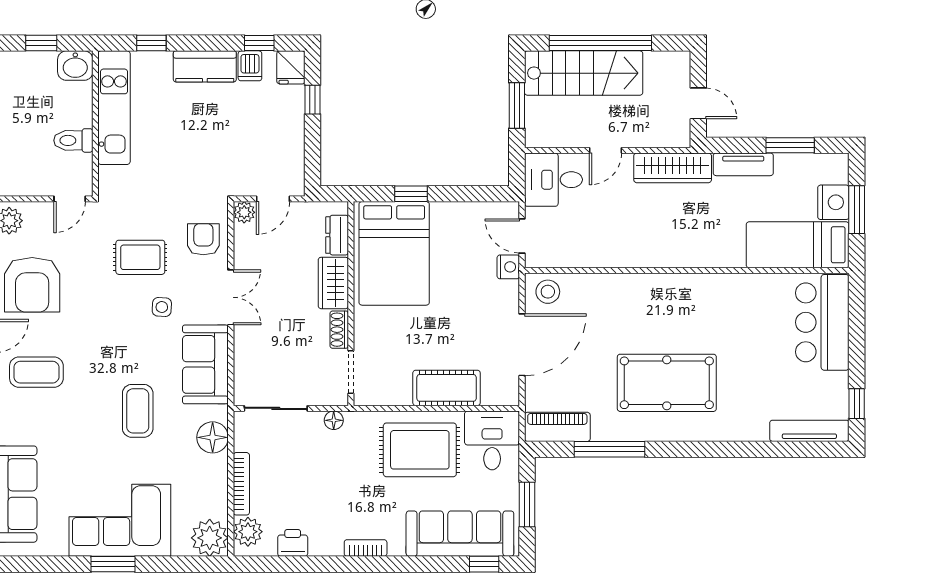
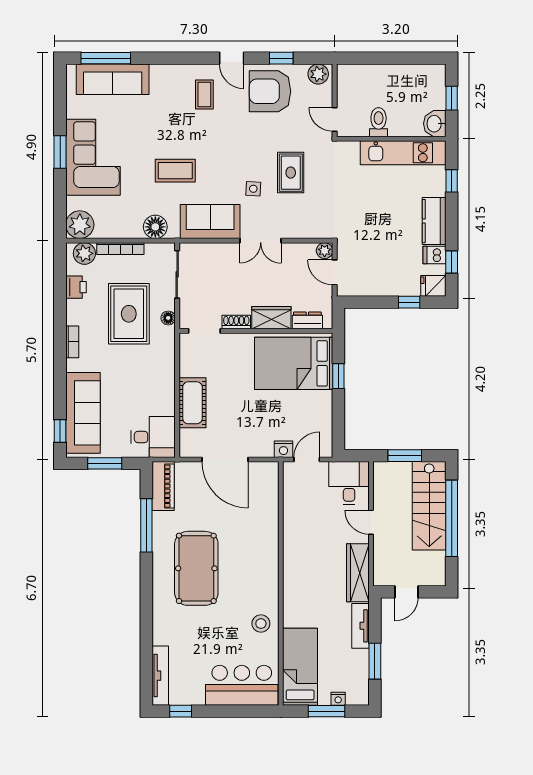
nightstand: (833, 202) -> (338, 699), width x0.53, depth x0.56
armchair: (203, 239) -> (304, 220), removed
stool: (548, 292) -> (261, 624), moved
coffee table: (36, 372) -> (204, 94), width x0.73, depth x0.77
rug: (420, 450) -> (129, 314), moved

